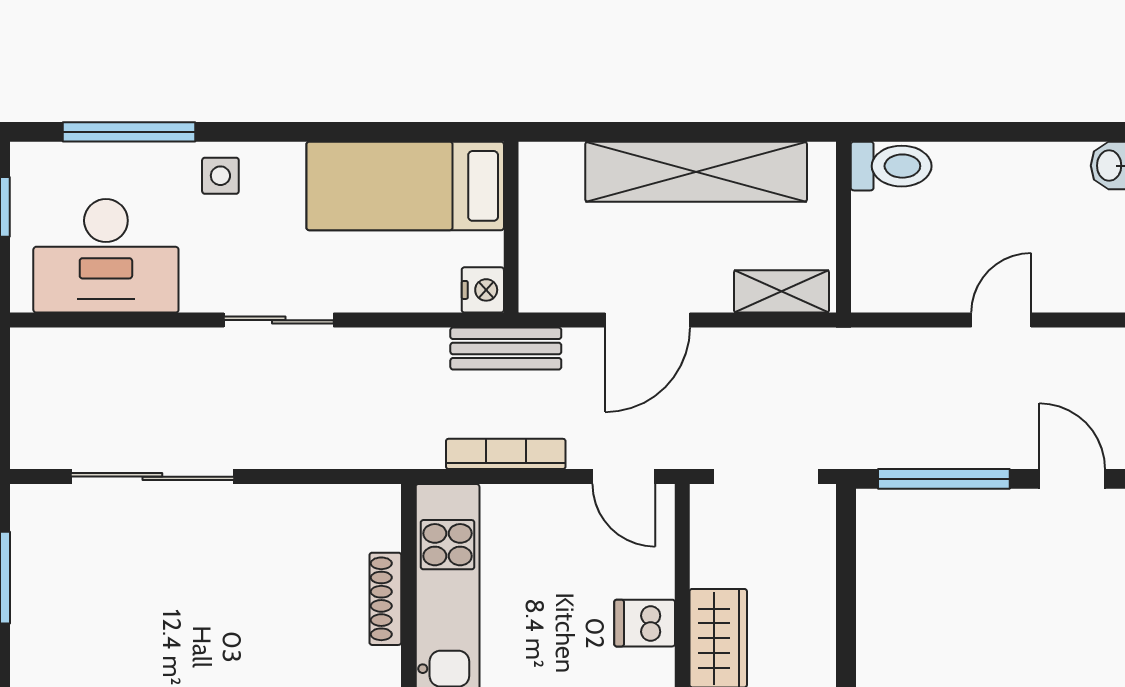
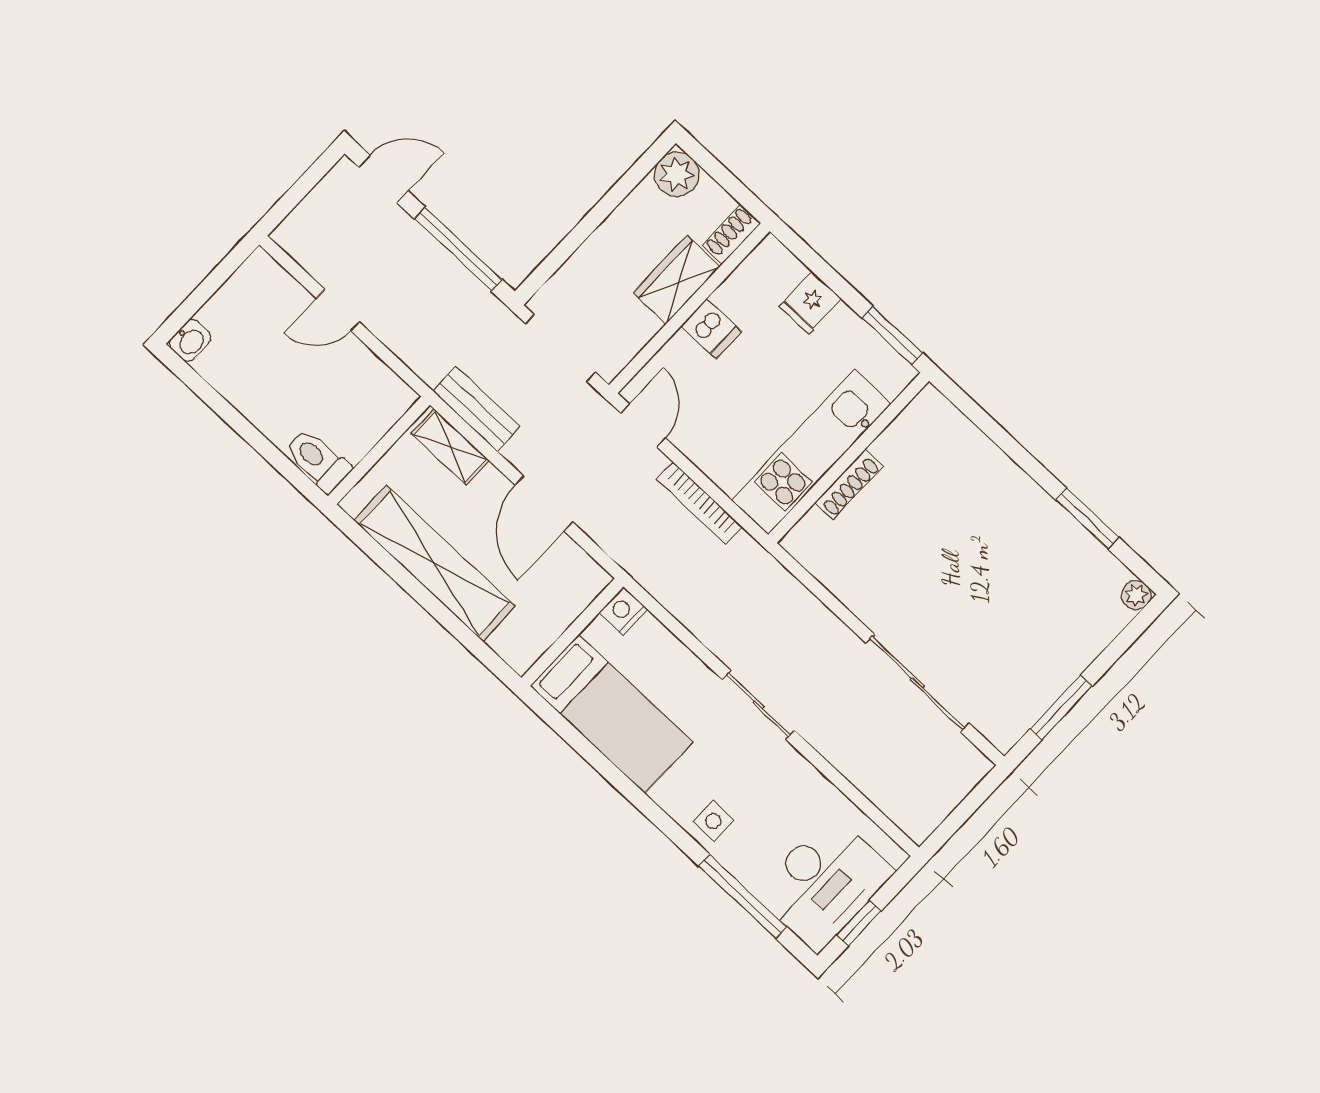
desk: (106, 256) -> (824, 883), moved, turned 90
door: (647, 320) -> (544, 504), swing flipped
bench: (506, 349) -> (476, 409), moved
door: (1072, 479) -> (383, 179), swing flipped

